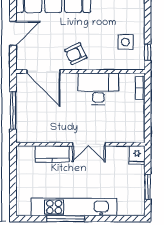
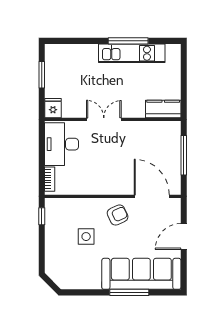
side table: (125, 42) -> (86, 237), moved
desk: (98, 89) -> (62, 144), moved, turned 90
kitchen counter: (52, 154) -> (163, 109), moved
kitchen unit: (74, 207) -> (132, 53), width x0.73

